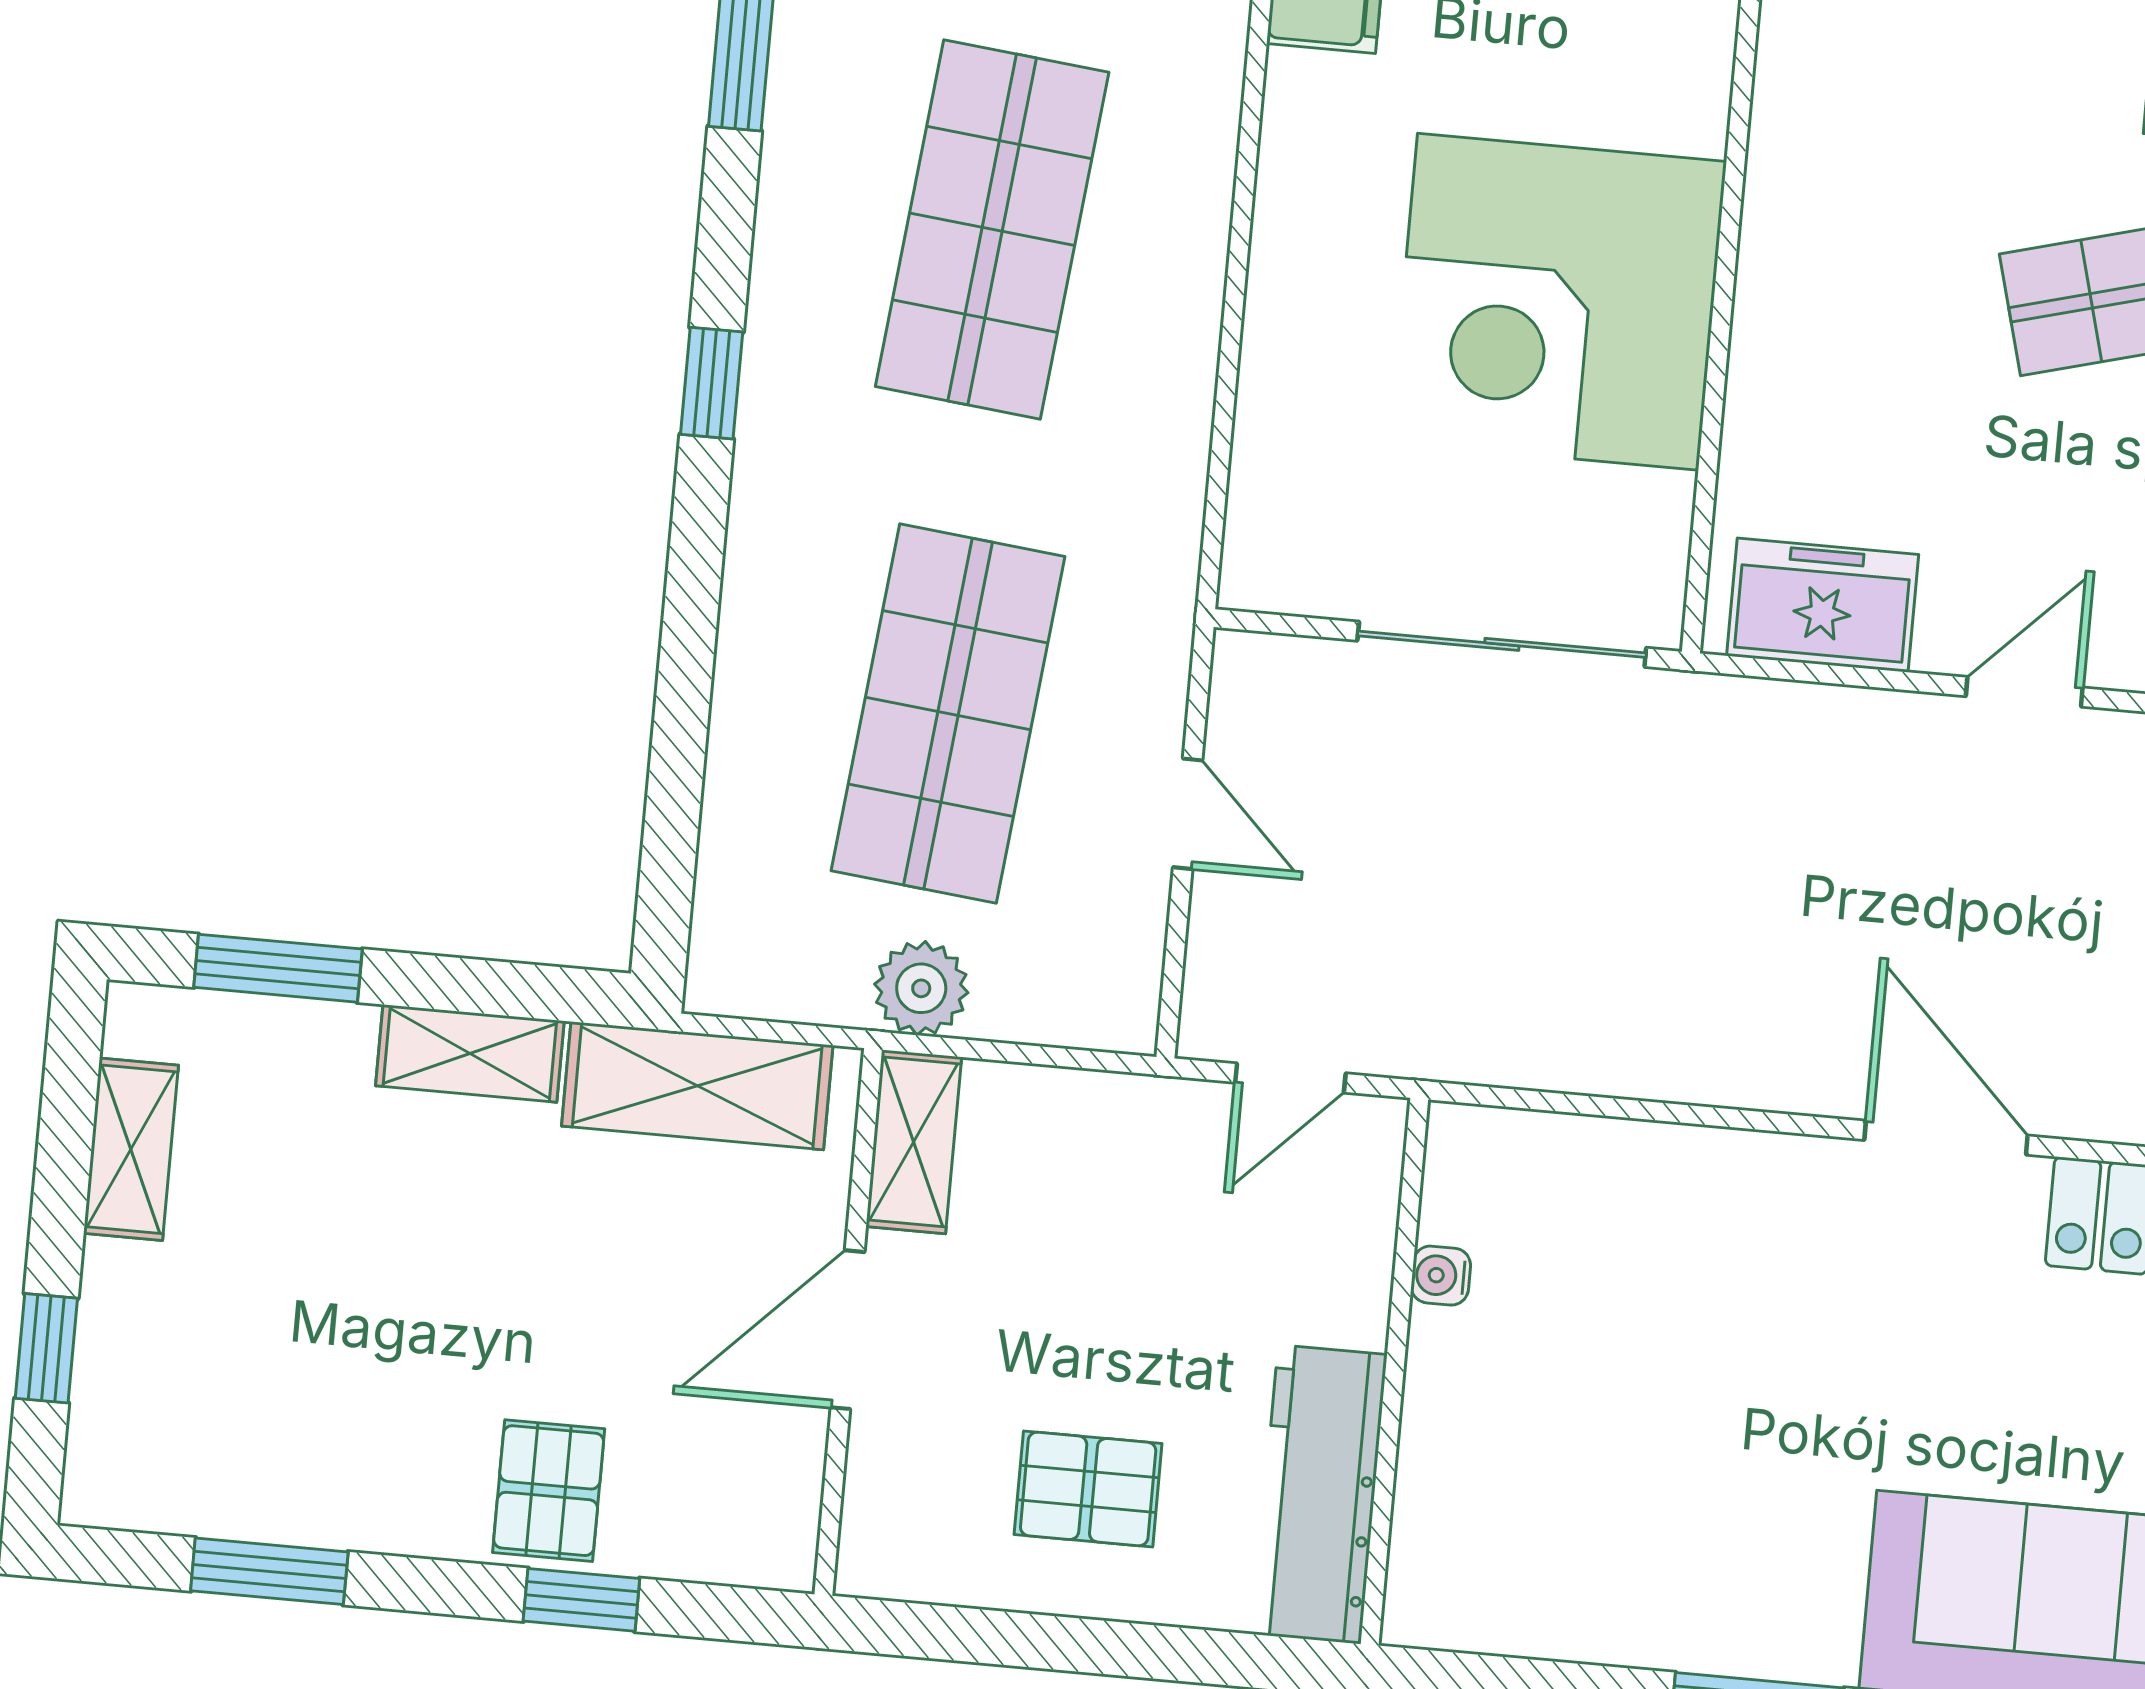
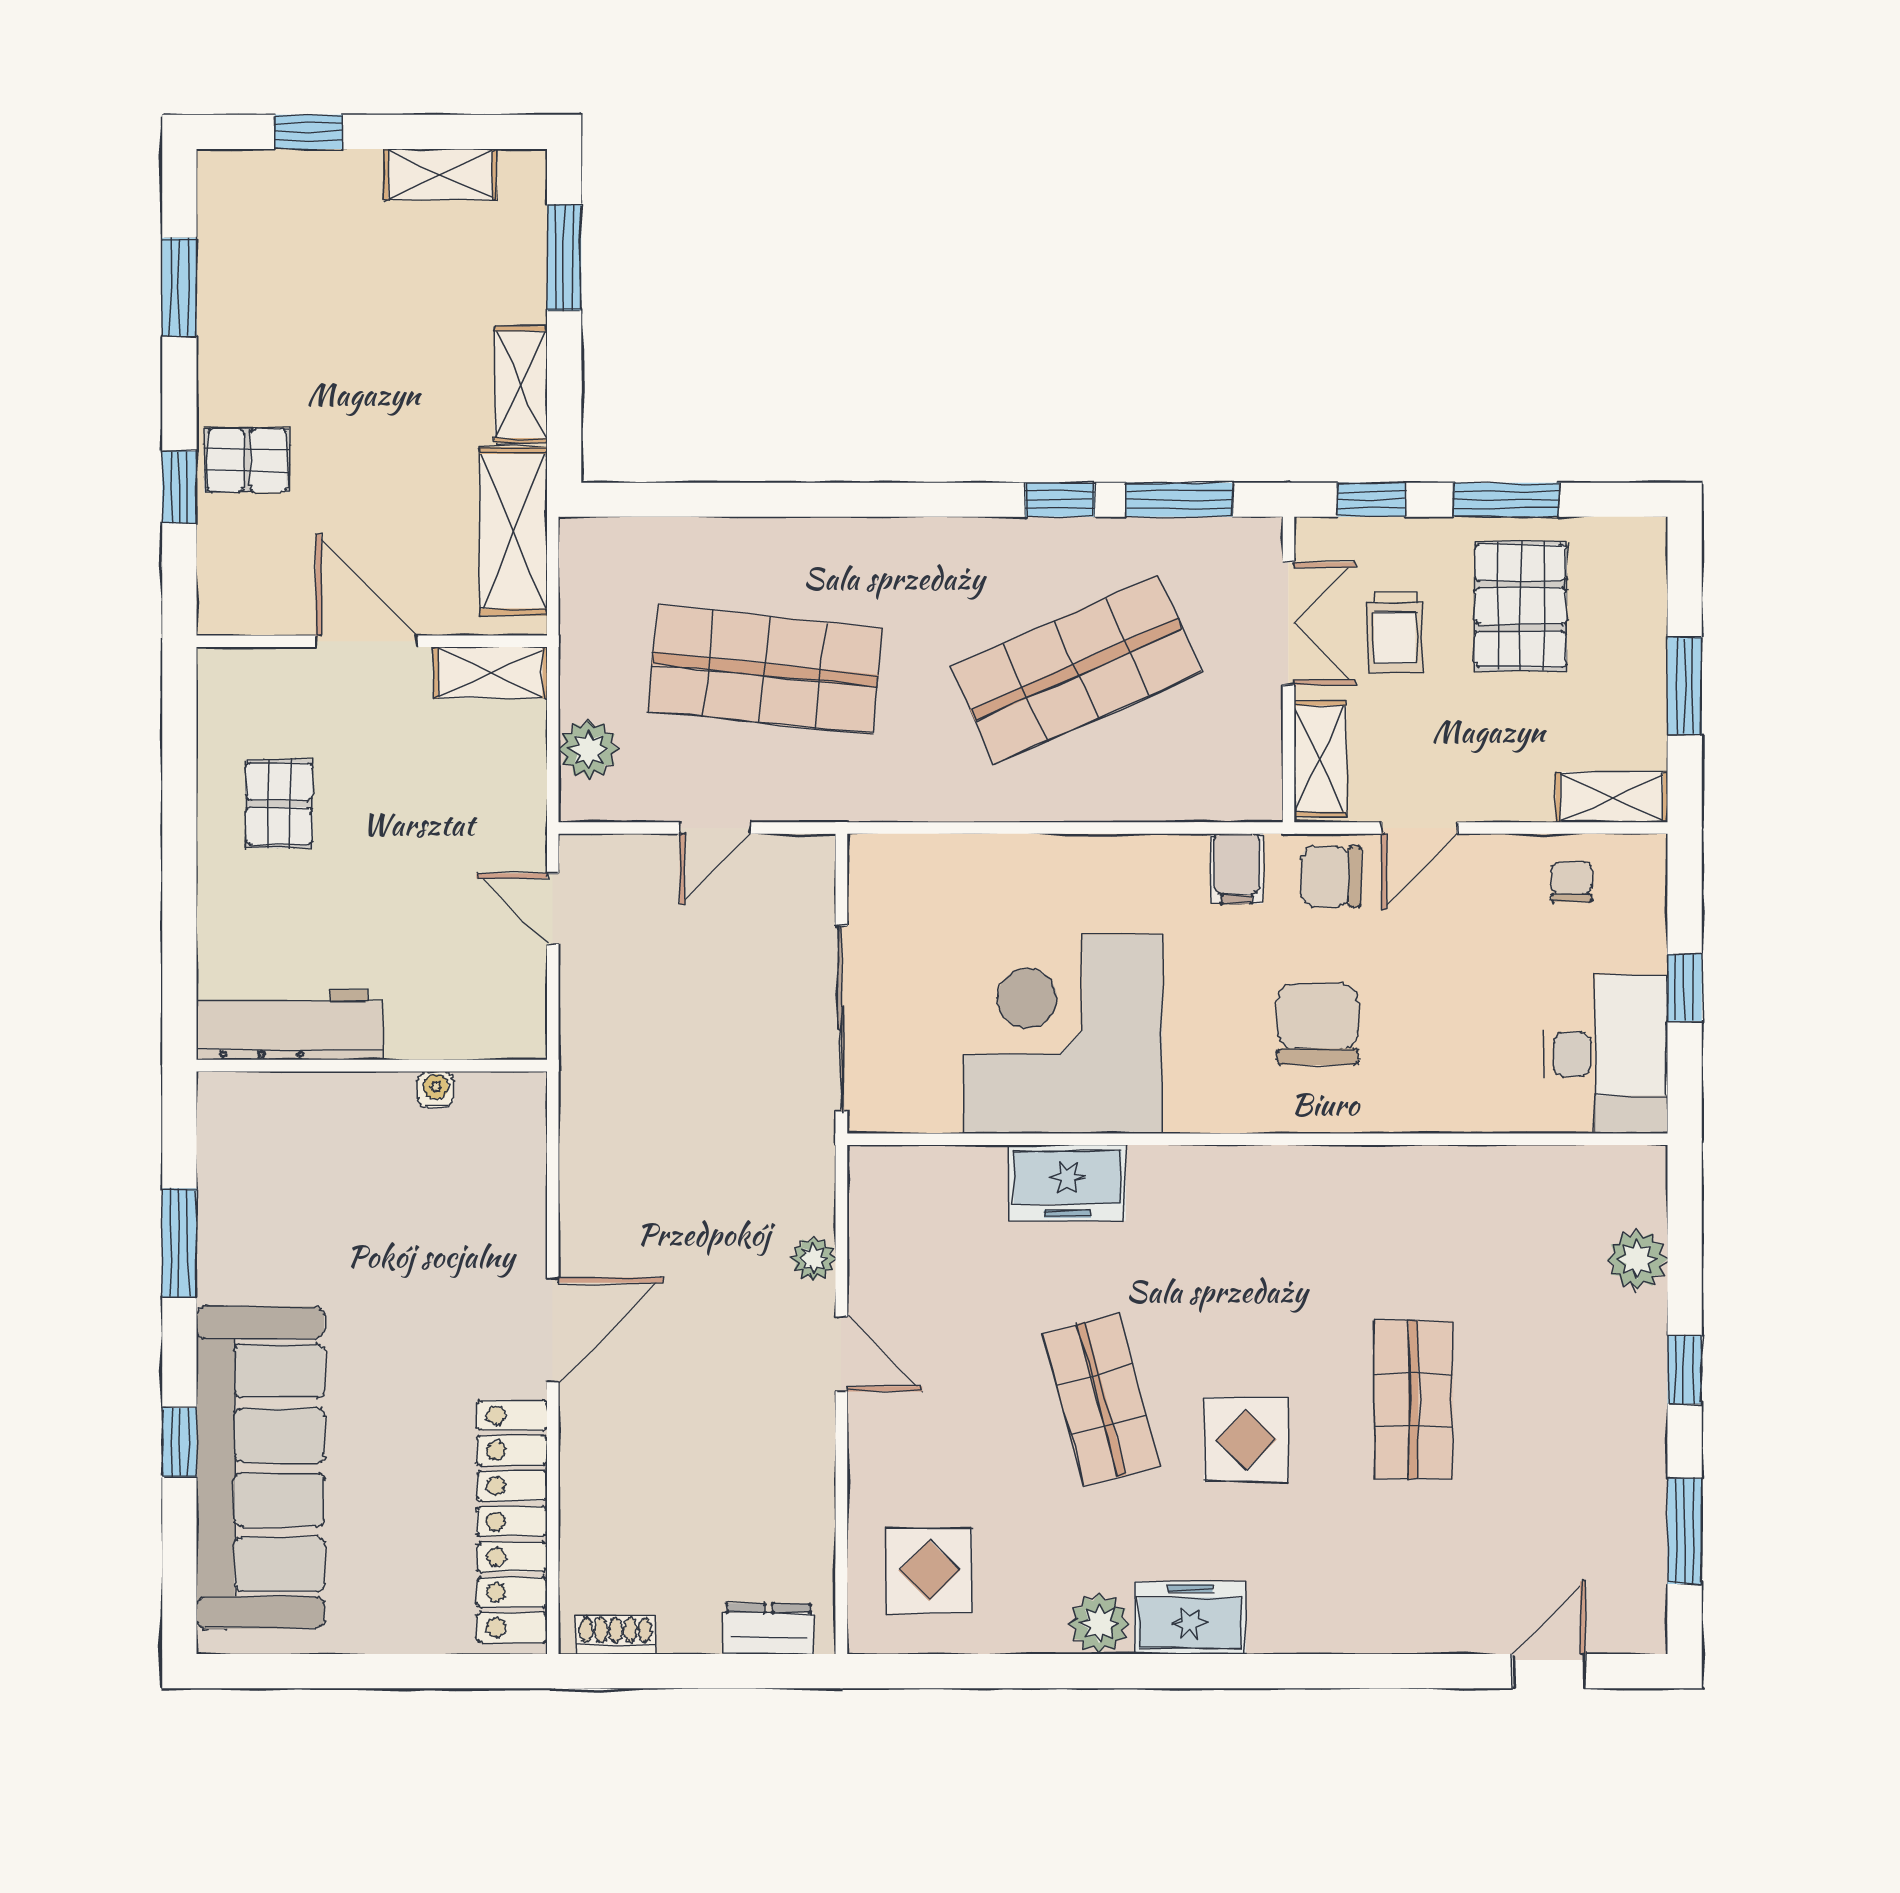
shop shelf: (992, 229) -> (1076, 670), turned -30
window: (712, 383) -> (1060, 500), moved
freezer: (1823, 605) -> (1067, 1183), moved, turned 90
plant: (1872, 722) -> (813, 1259), added
plant: (921, 988) -> (589, 749), moved
water cooler: (1441, 1276) -> (436, 1090), moved
wall: (1394, 1372) -> (372, 1066), moved
workbench: (1320, 1494) -> (289, 1025), moved

